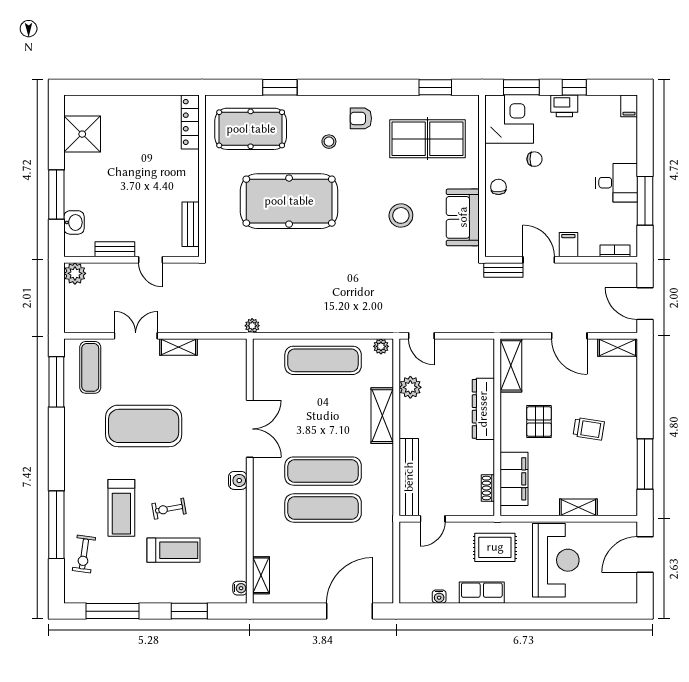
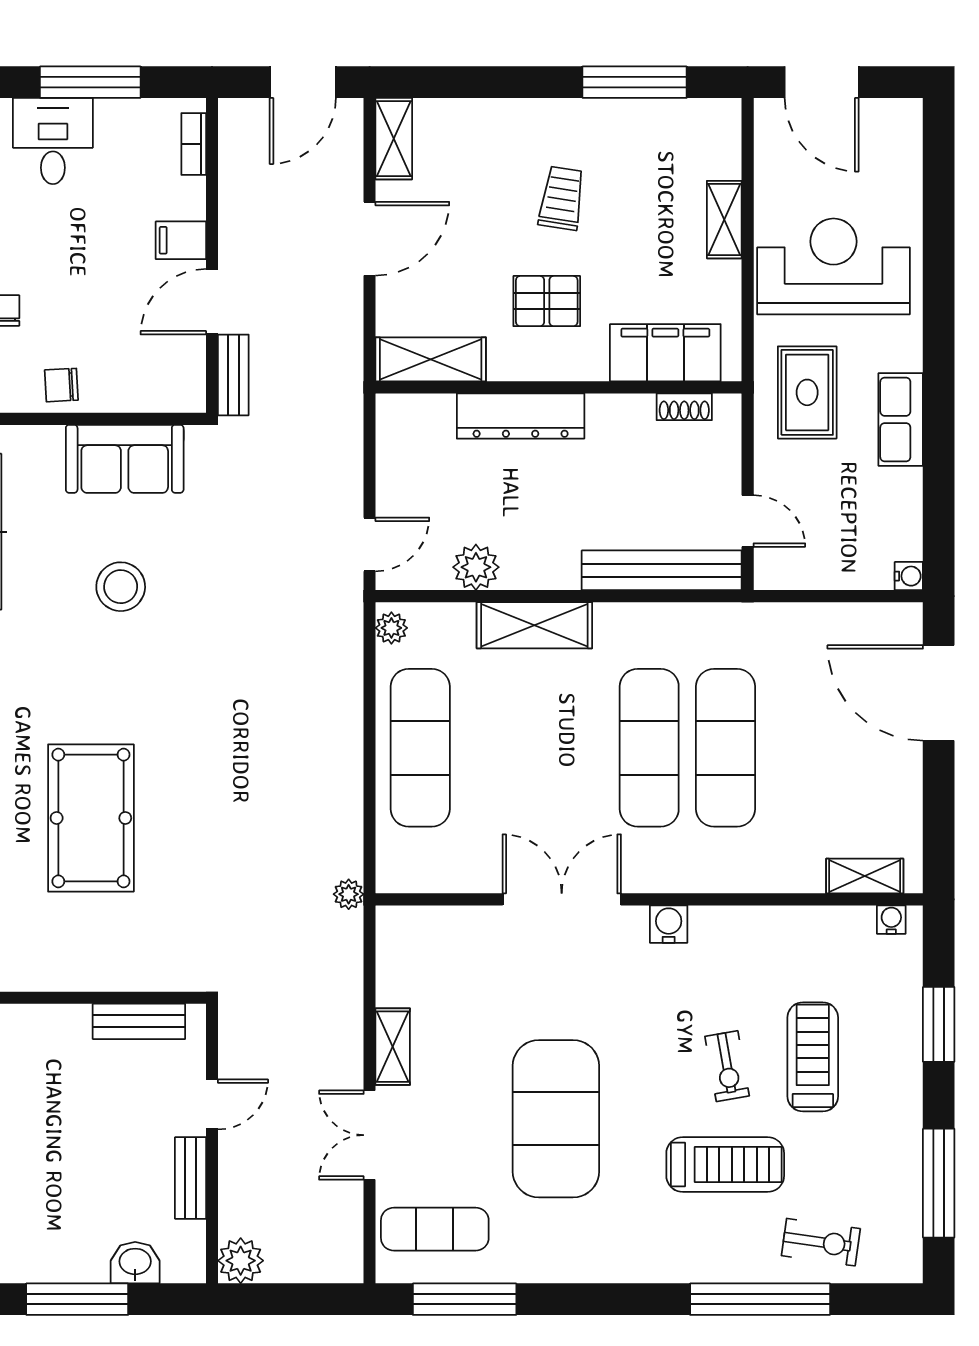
pool table: (289, 201) -> (91, 818), width x0.73, depth x0.76
water cooler: (439, 597) -> (909, 576), moved

